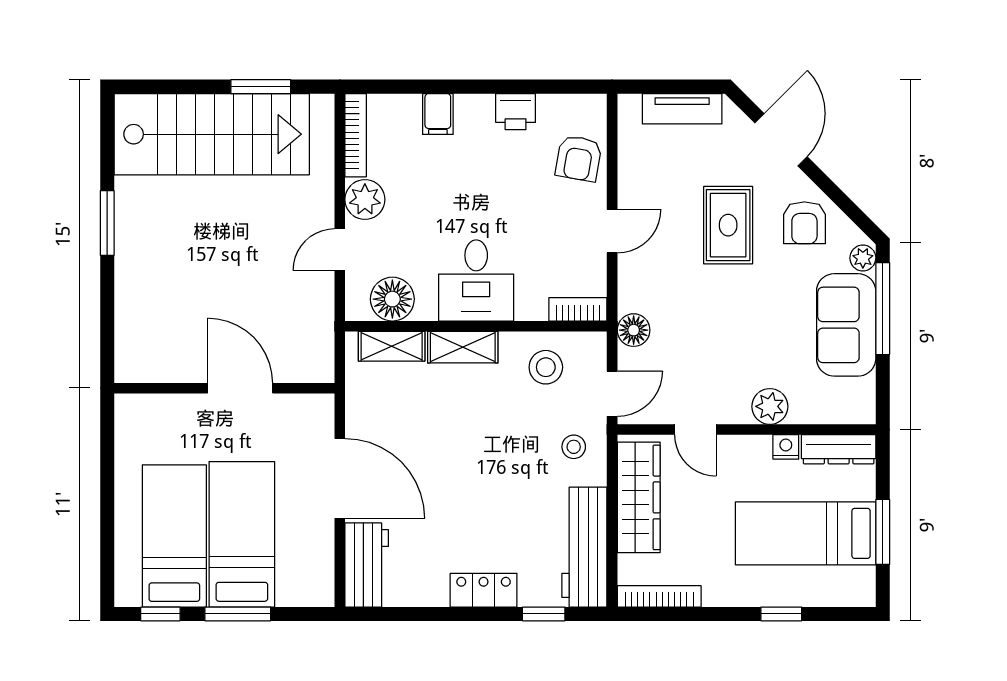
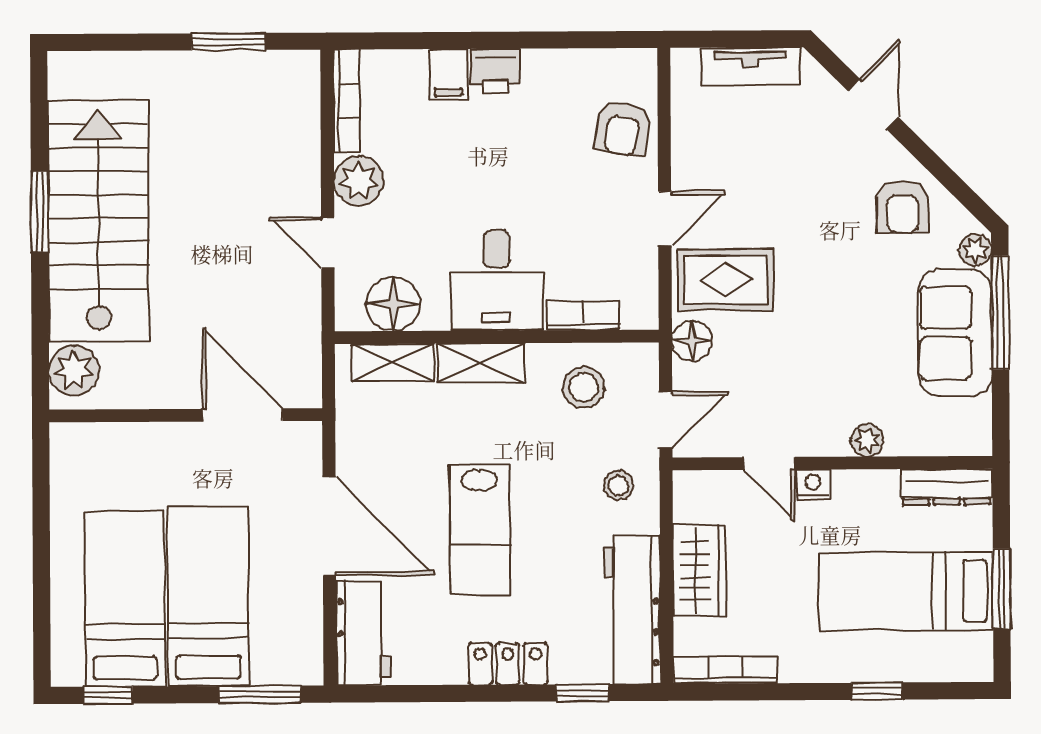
printer: (516, 112) -> (495, 71), moved
stairs: (212, 134) -> (98, 221), moved, turned -90
door: (781, 140) -> (873, 104), width x0.73
rug: (728, 225) -> (725, 280), moved, turned 90
door: (340, 250) -> (328, 243), hinge flipped
bookcase: (578, 309) -> (583, 316), moved
plant: (134, 351) -> (74, 370), added
door: (240, 388) -> (243, 415), moved
plant: (770, 406) -> (867, 440), width x0.73, depth x0.73
nightstand: (786, 447) -> (813, 485), moved
lab bench: (461, 482) -> (480, 529), added
wardrobe: (639, 497) -> (699, 571), width x0.67
window: (238, 614) -> (260, 694), moved

